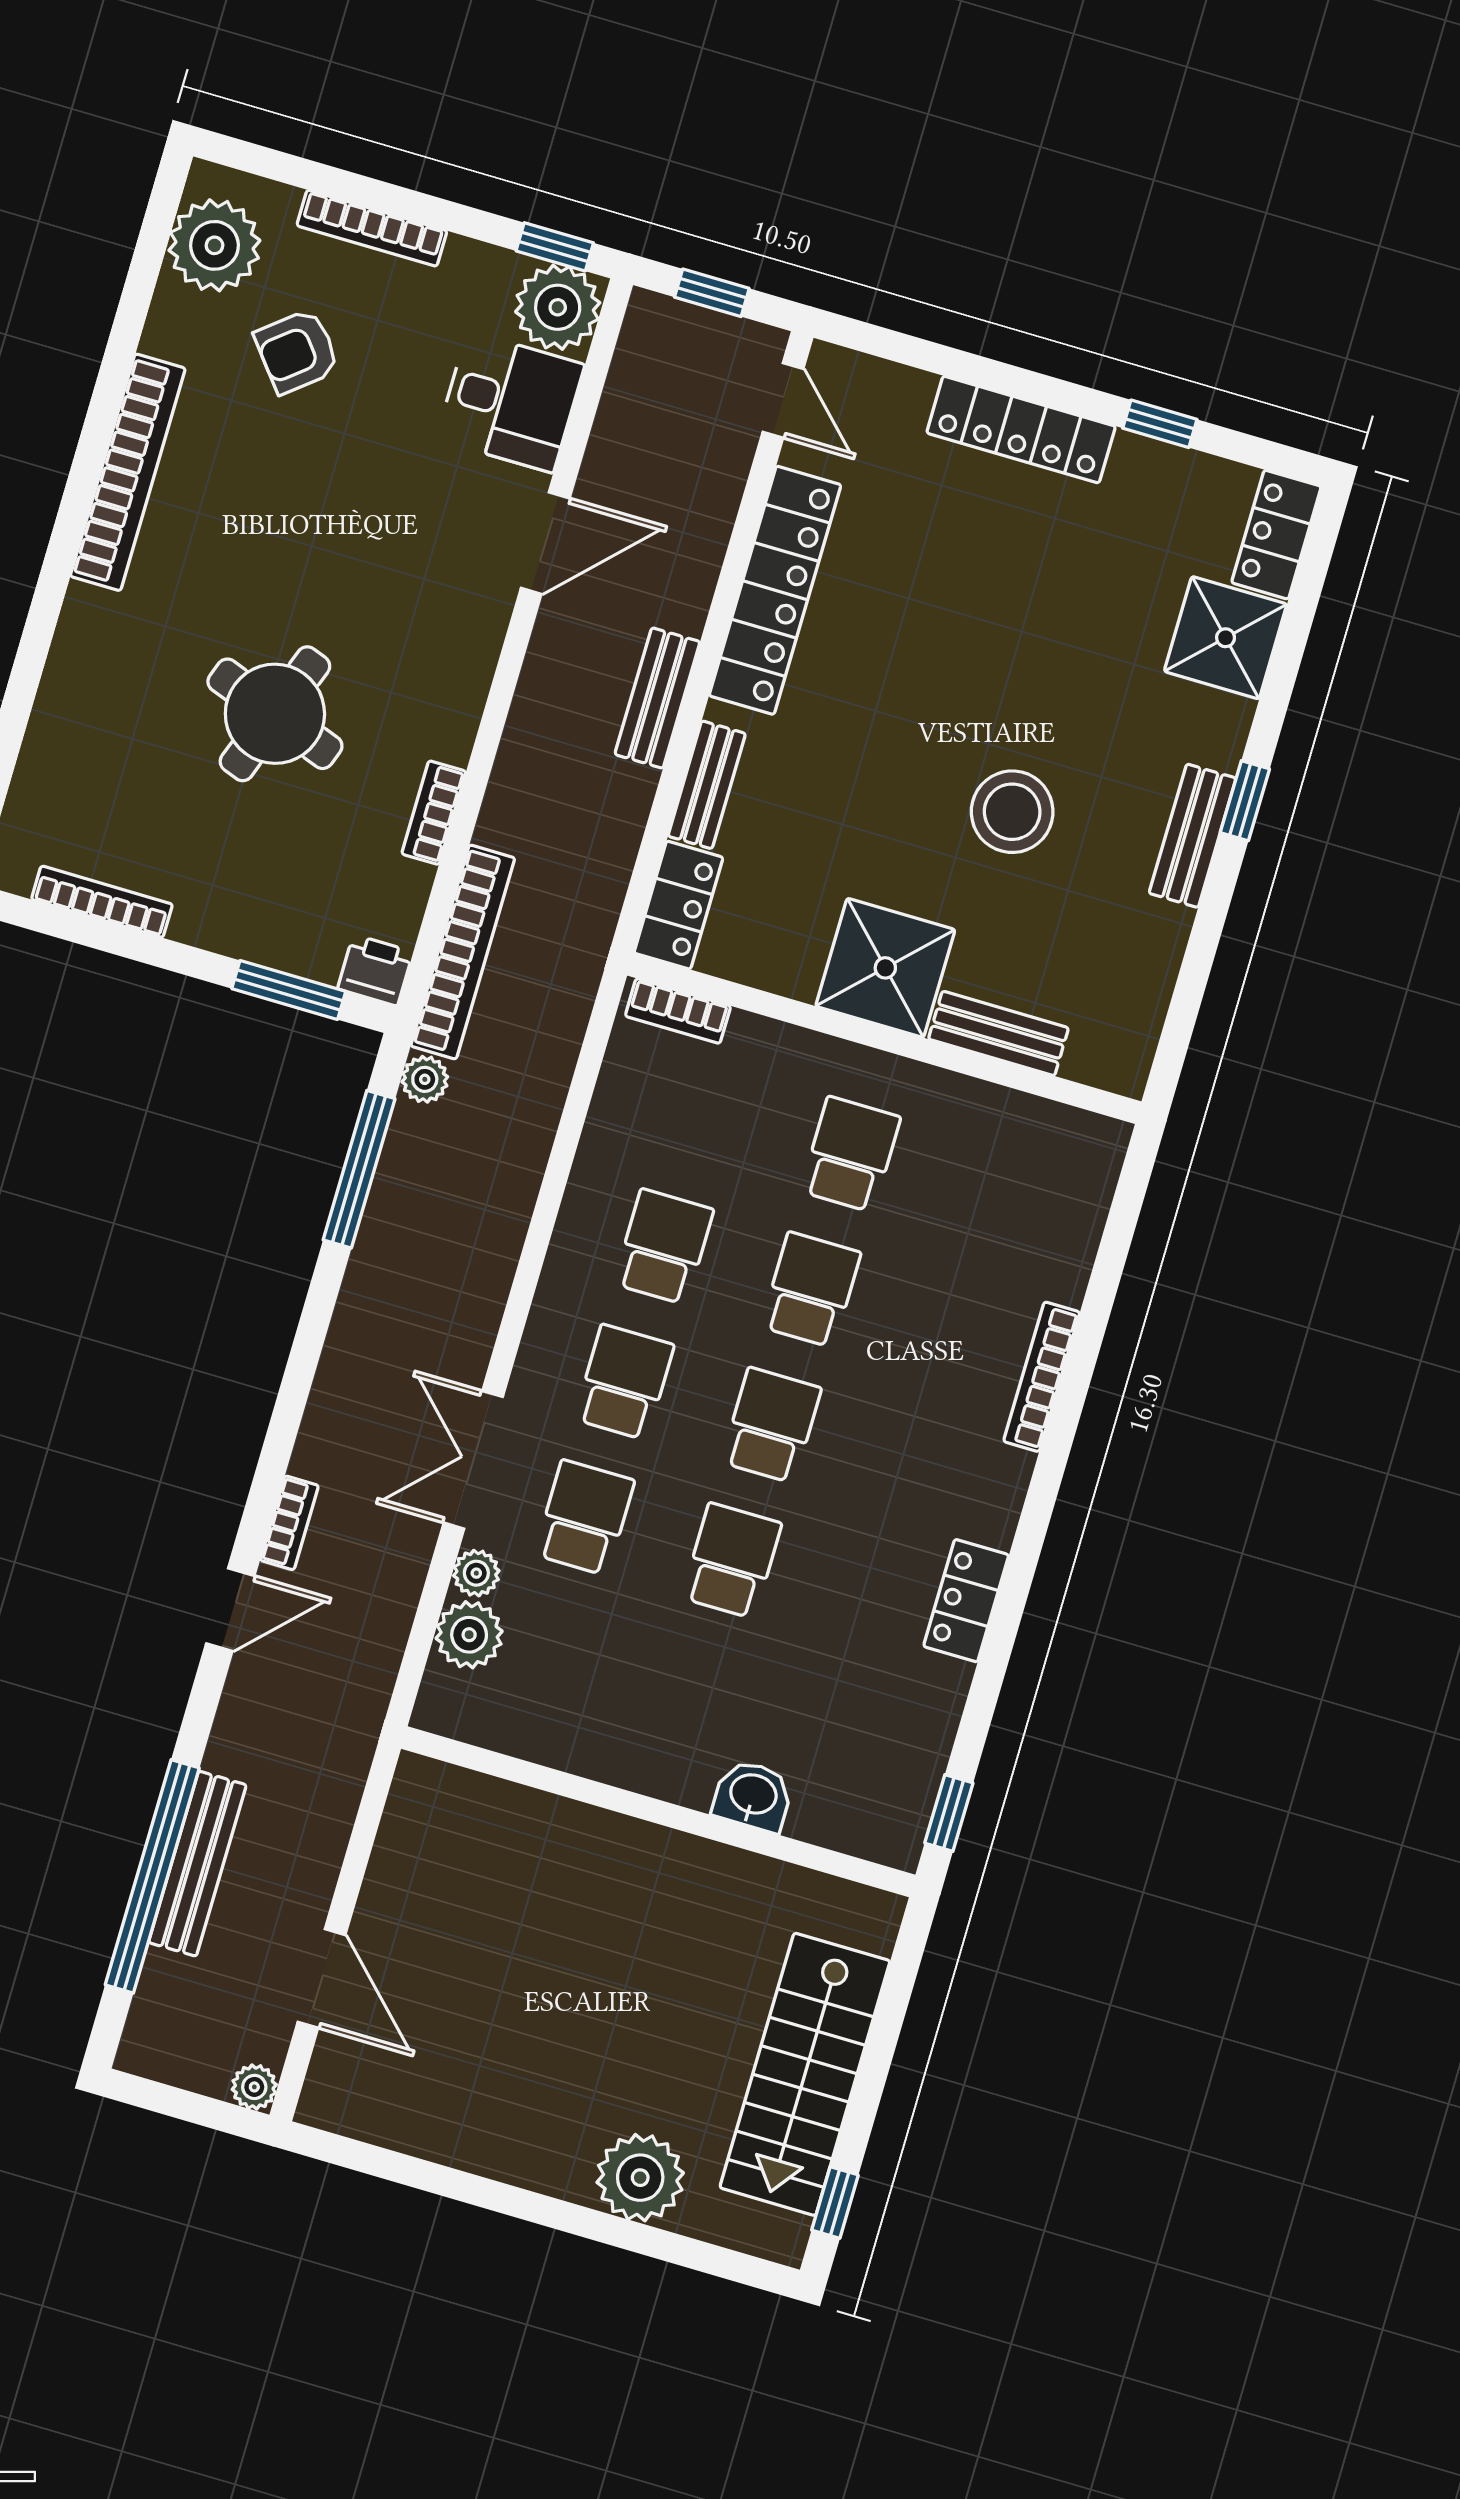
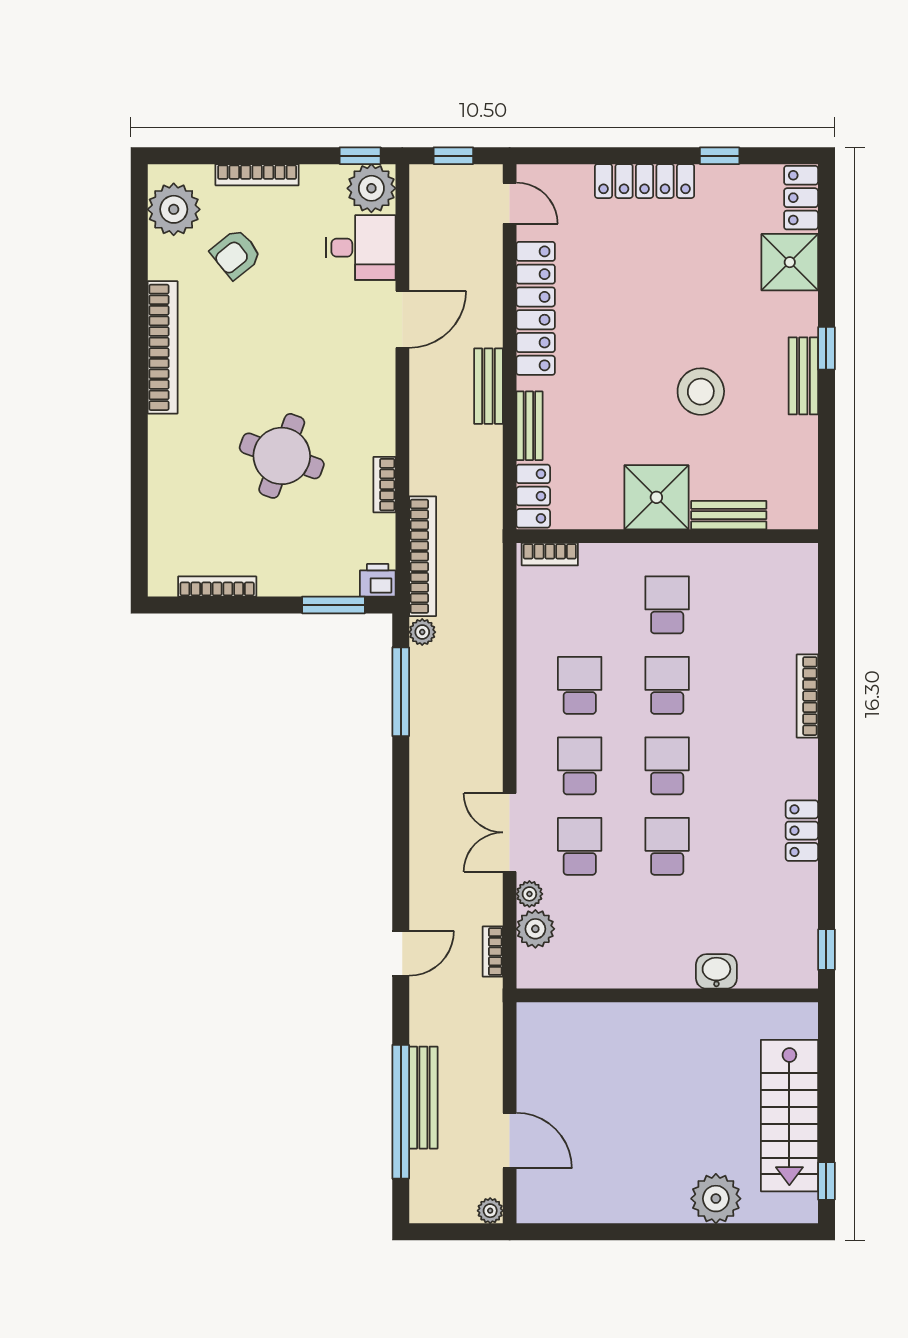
bookcase: (289, 1523) -> (493, 952), moved, turned 180

